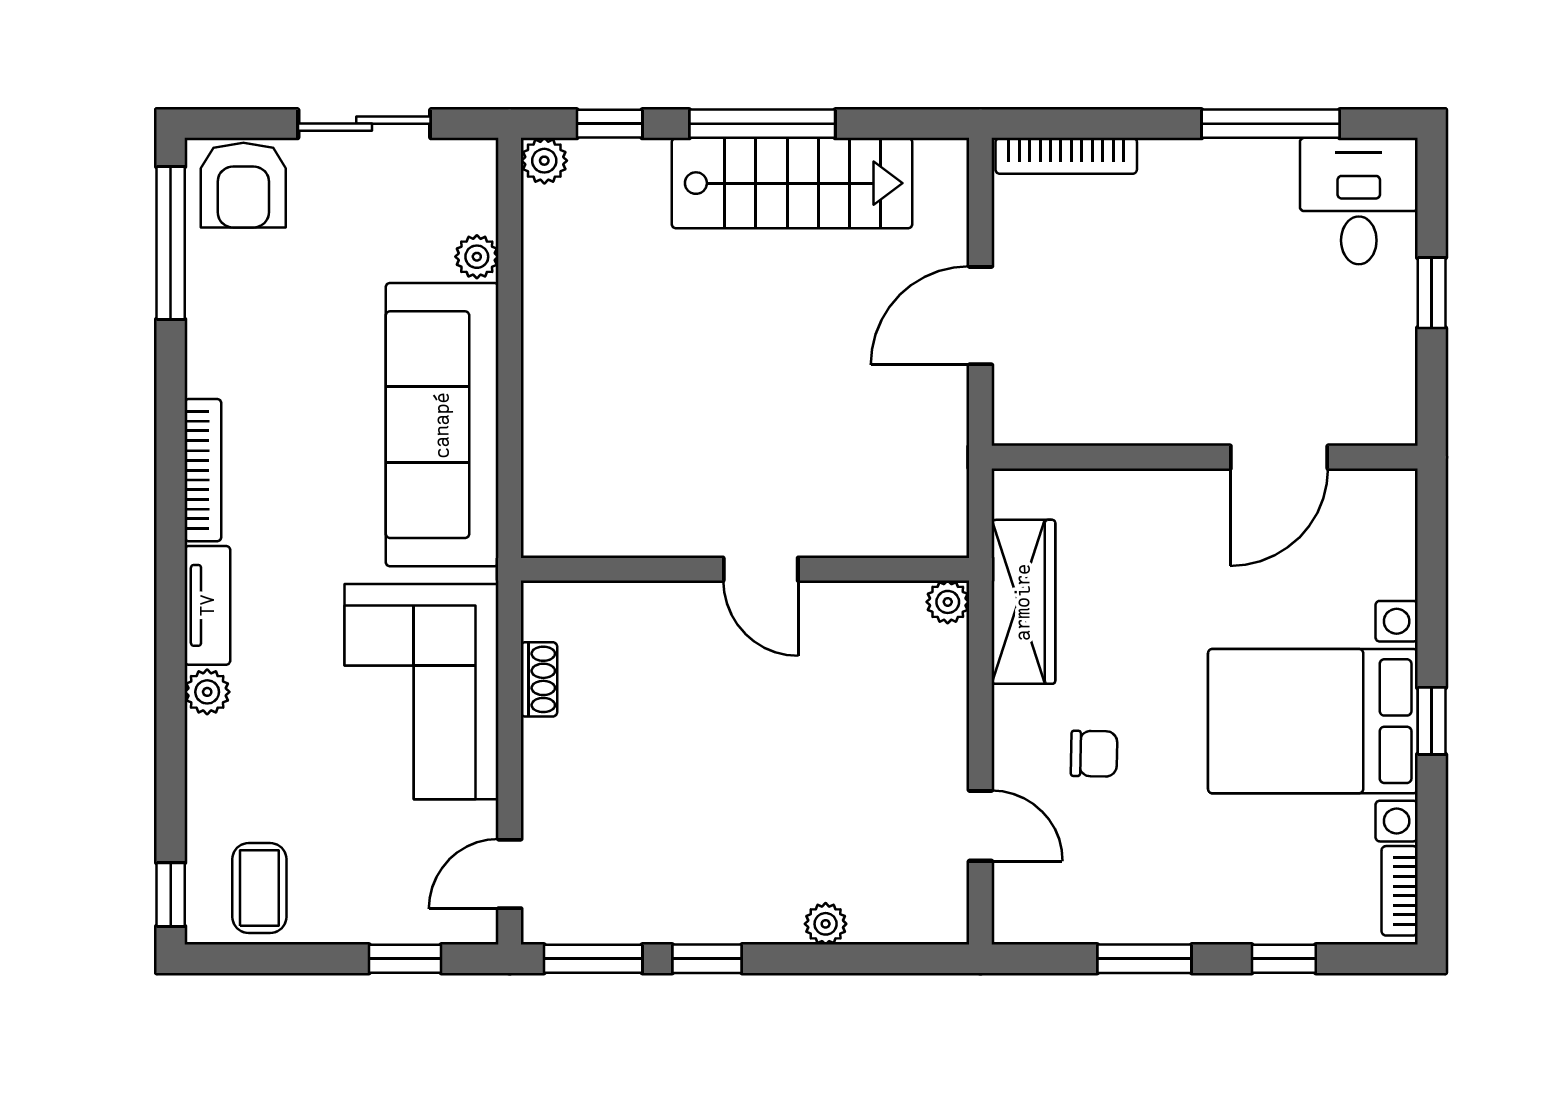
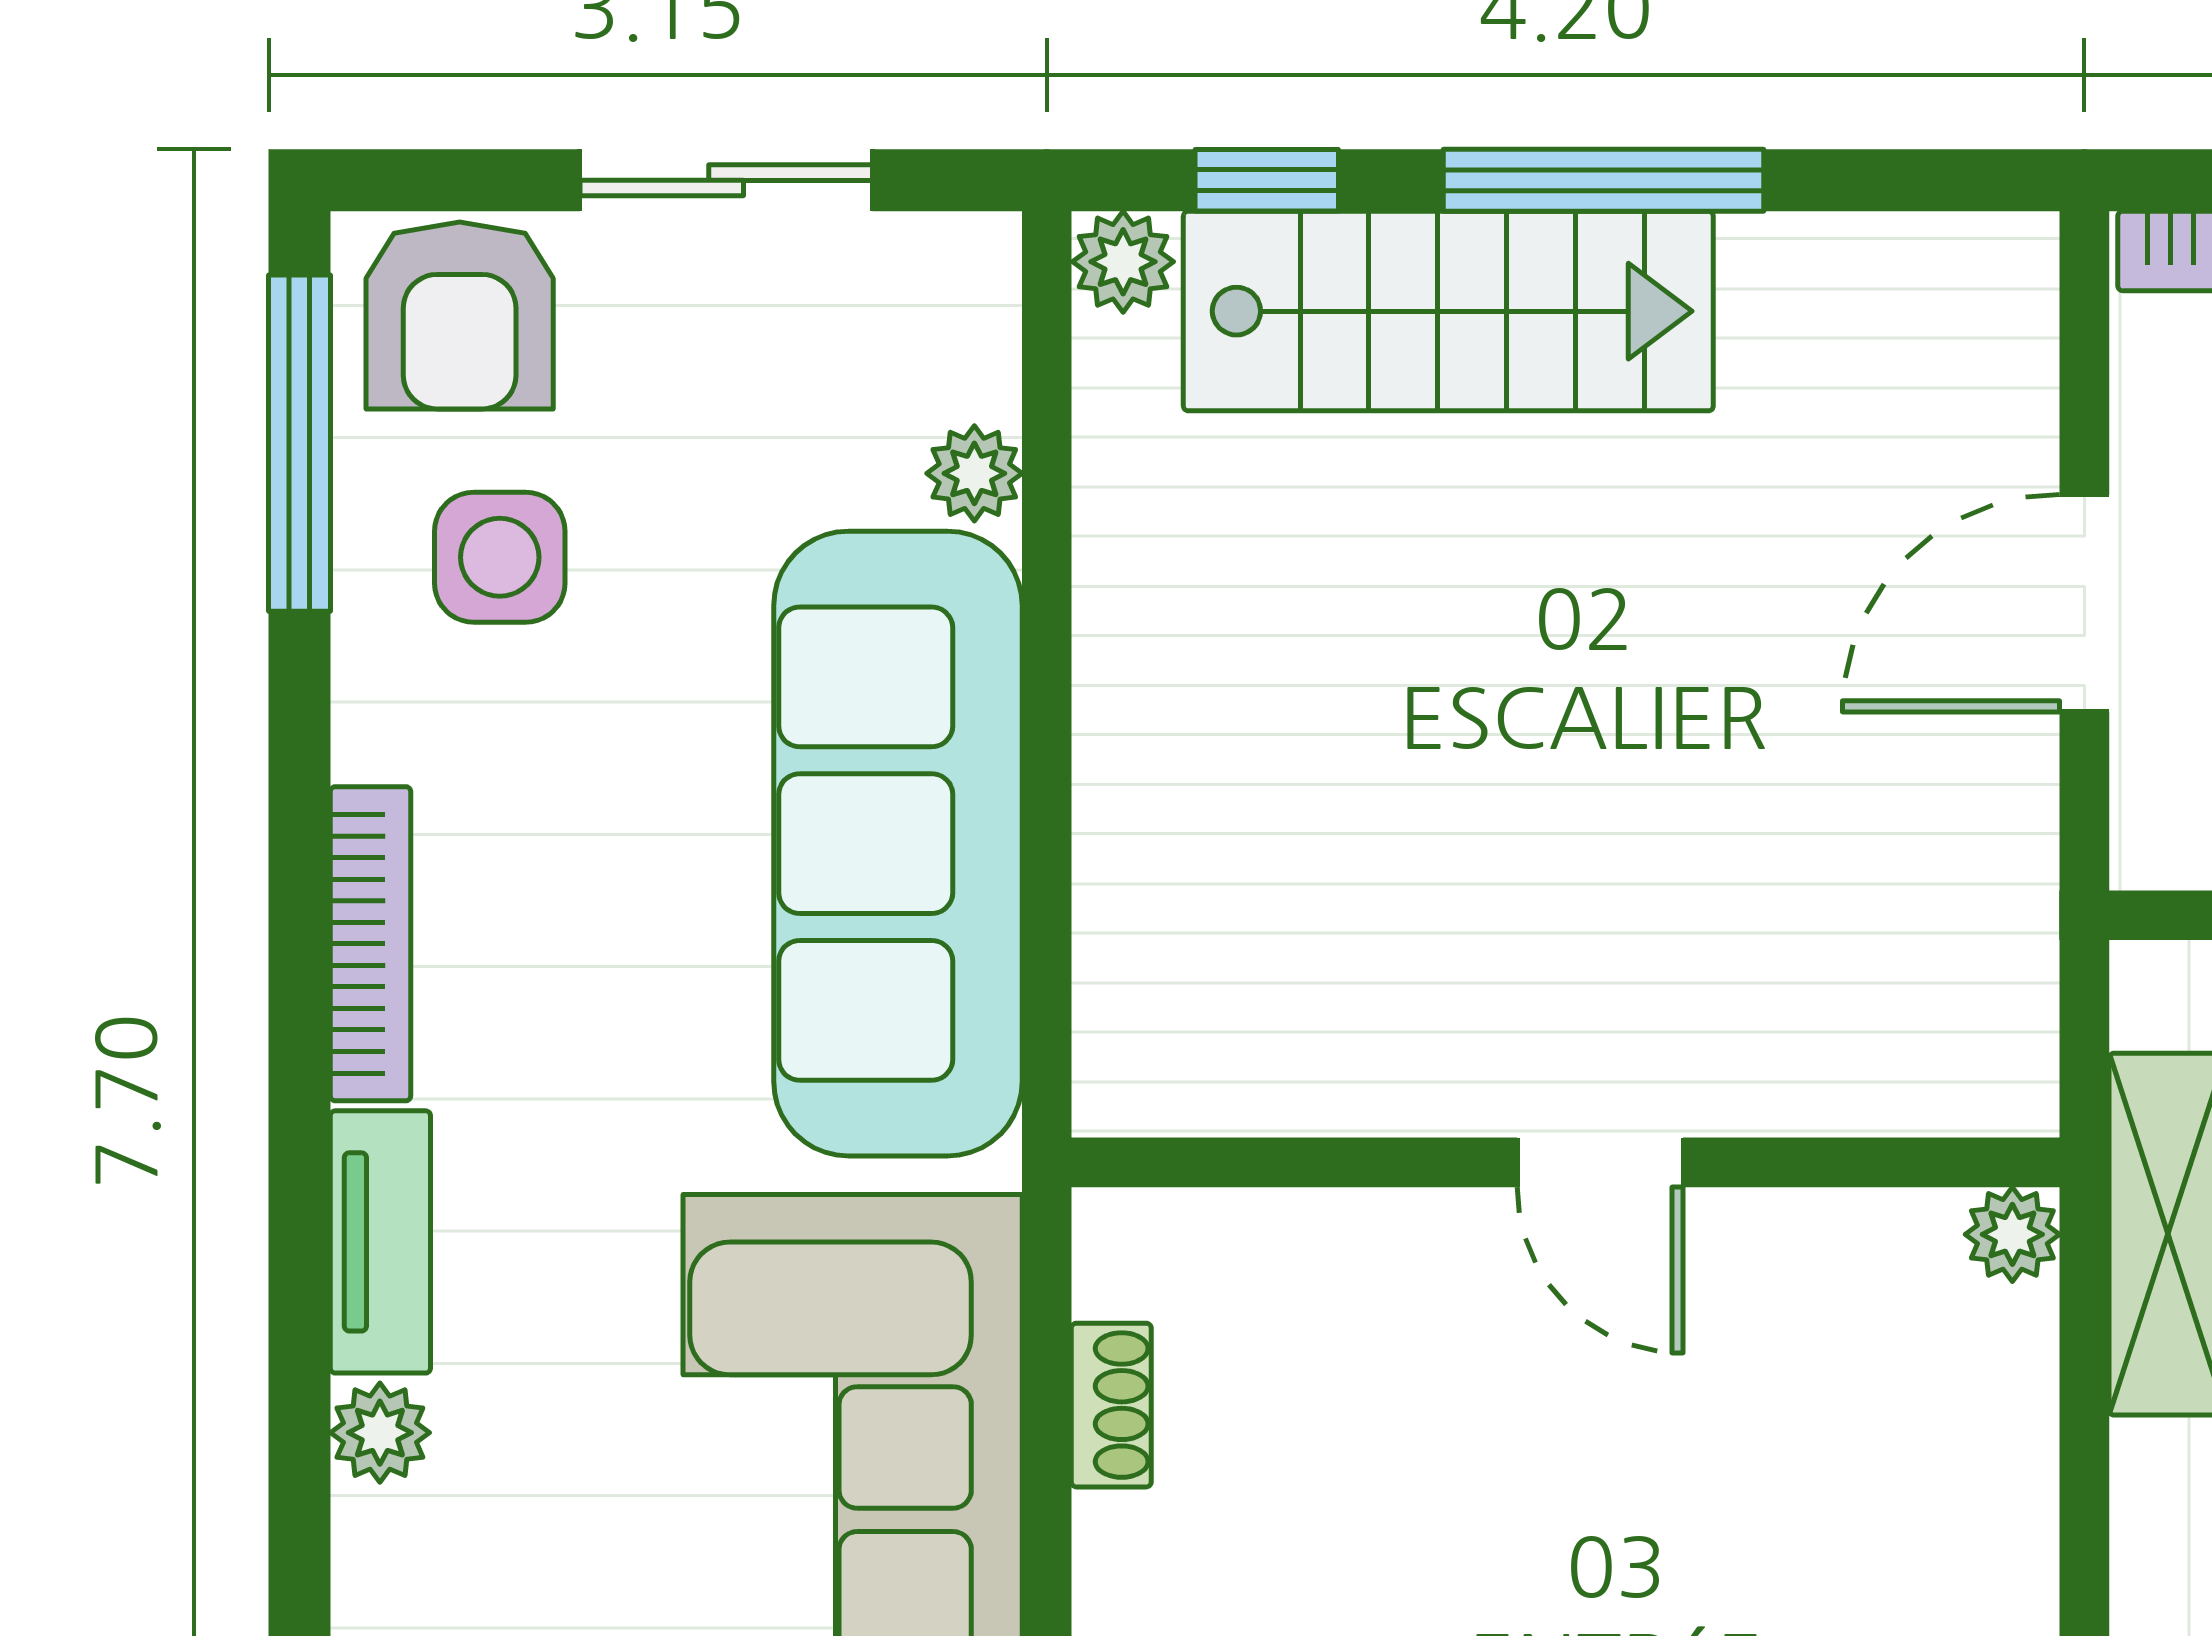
stairs: (792, 183) -> (1448, 311), moved
side table: (262, 295) -> (500, 557), added

